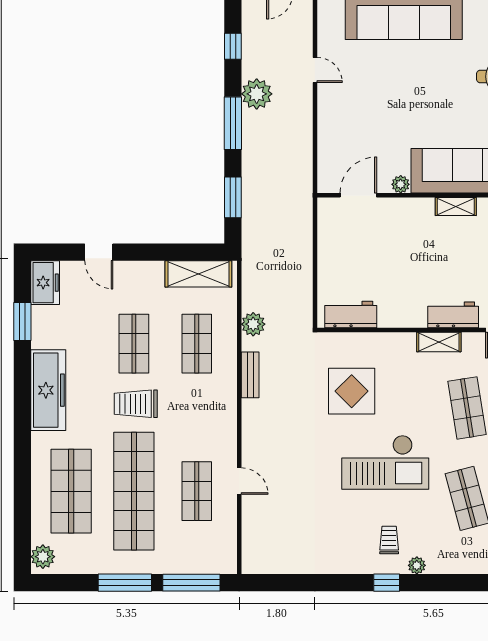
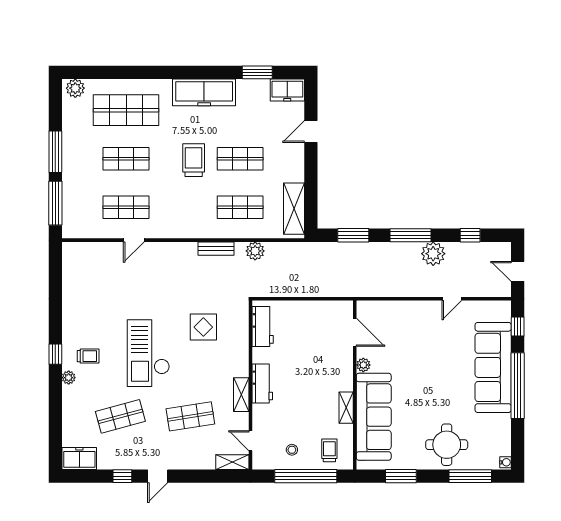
workbench: (453, 315) -> (262, 383), moved
display table: (352, 391) -> (203, 327), width x0.73, depth x0.73
shop shelf: (134, 491) -> (126, 159), width x0.50, depth x0.74

